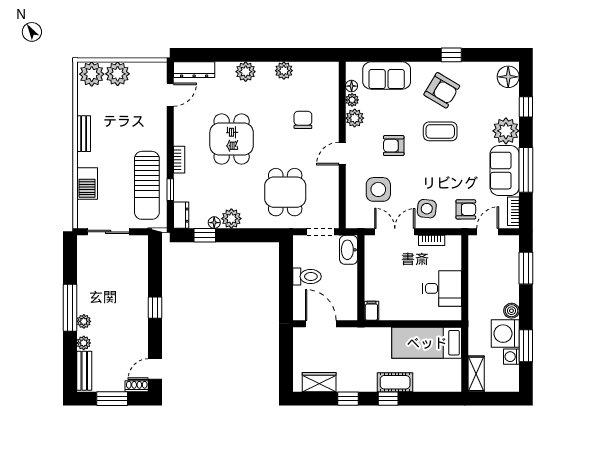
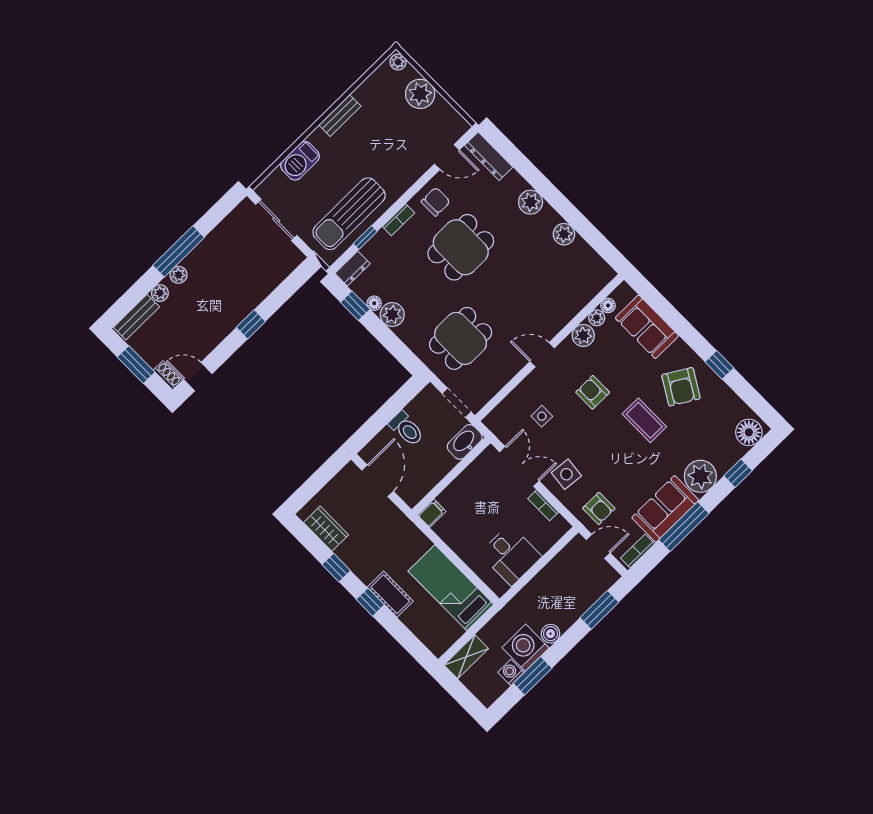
plant: (92, 74) -> (398, 62), width x0.53, depth x0.53
chair: (303, 120) -> (436, 202), moved
side table: (378, 189) -> (542, 416), width x0.54, depth x0.54

